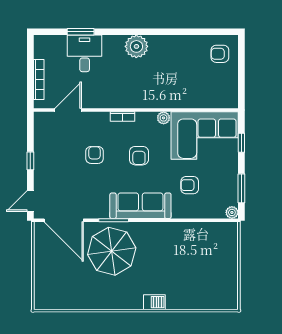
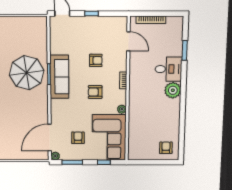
desk: (85, 53) -> (168, 69), moved
armchair: (190, 185) -> (78, 138), moved
sofa: (140, 206) -> (59, 77), moved
door: (64, 220) -> (50, 137), moved

